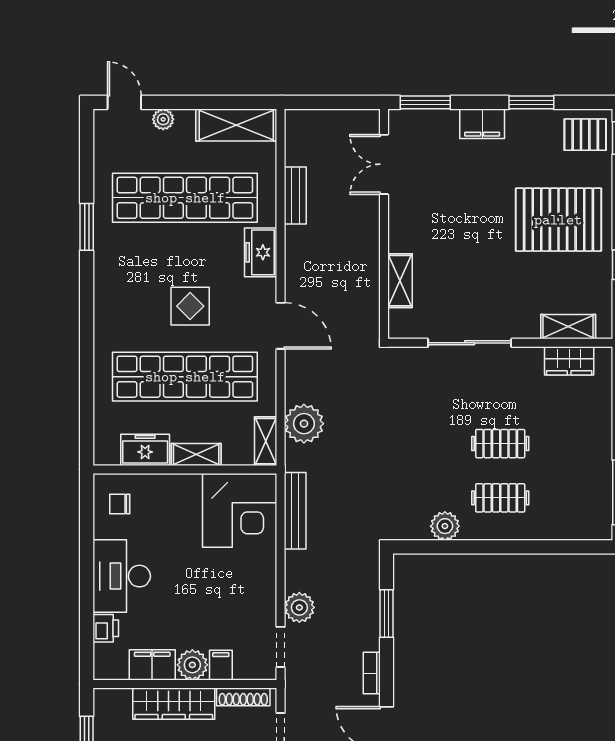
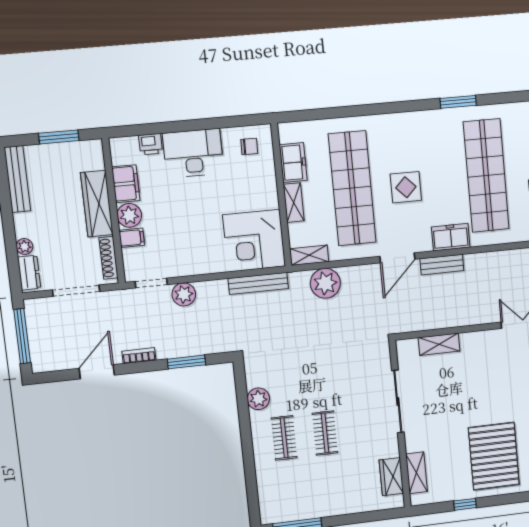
bench: (295, 195) -> (442, 265), moved
chair: (120, 504) -> (249, 147), turned 91

